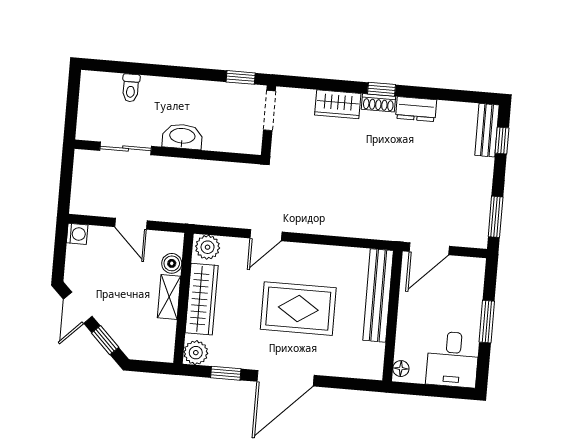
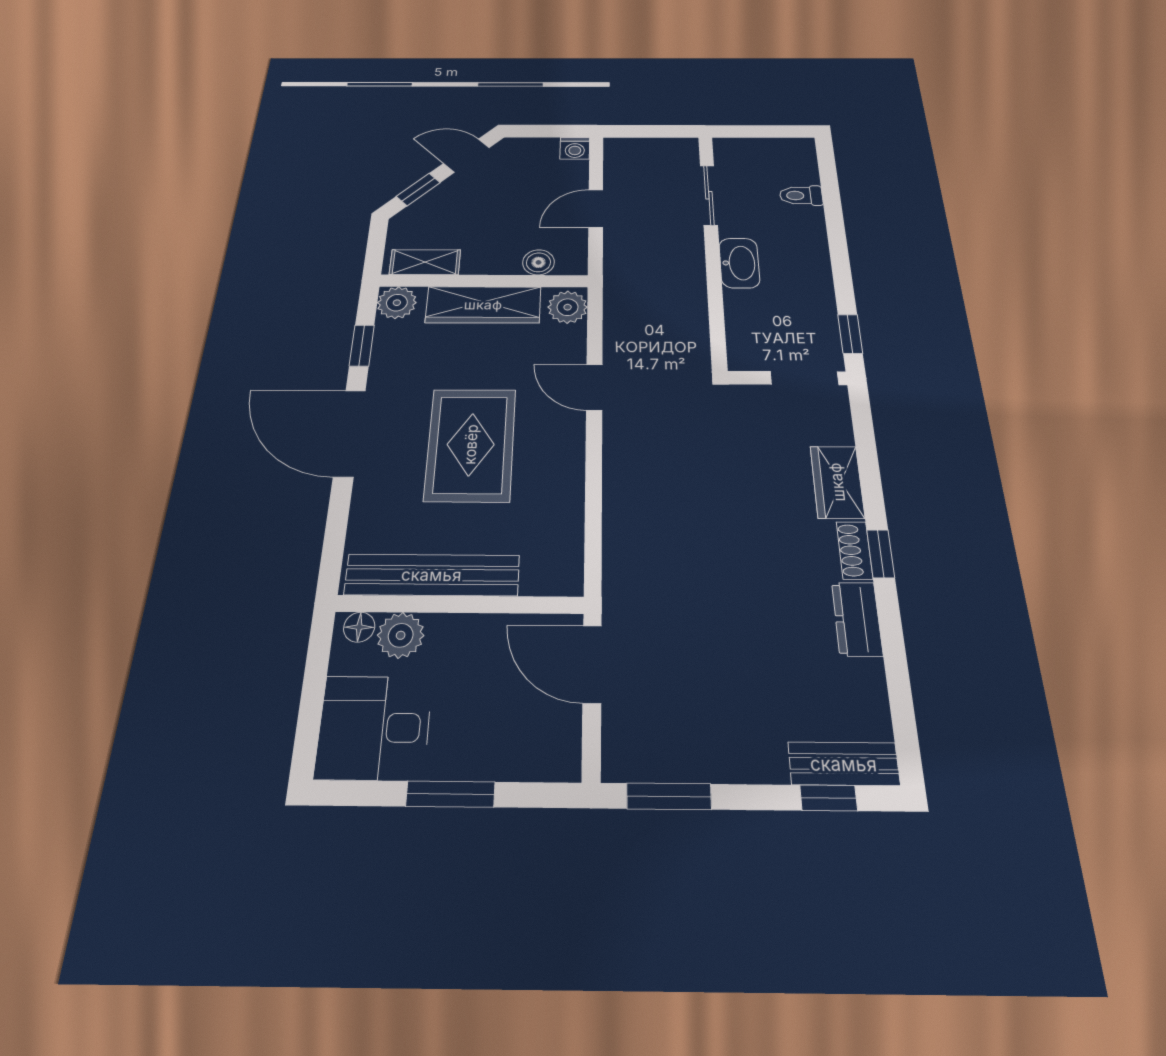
bench: (378, 295) -> (432, 575), moved
shelving: (169, 297) -> (425, 262), moved
plant: (407, 347) -> (401, 635), added

